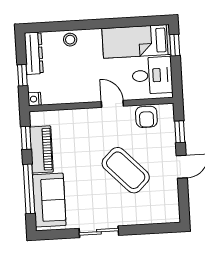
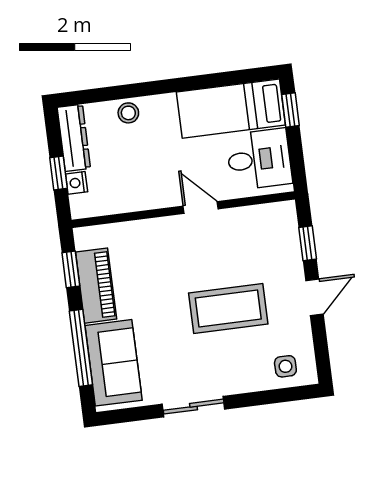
nightstand: (35, 99) -> (77, 183), moved
armchair: (146, 117) -> (255, 224), removed
coffee table: (126, 170) -> (228, 309), turned -46
side table: (160, 210) -> (285, 366), added

